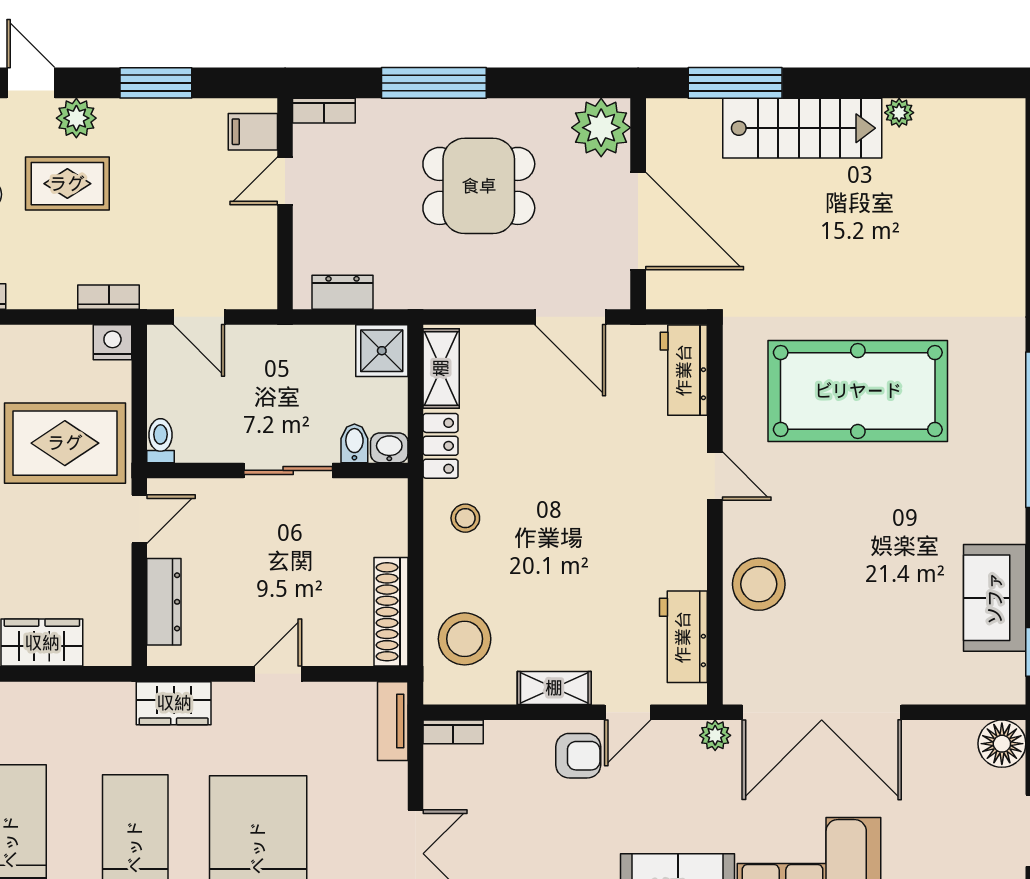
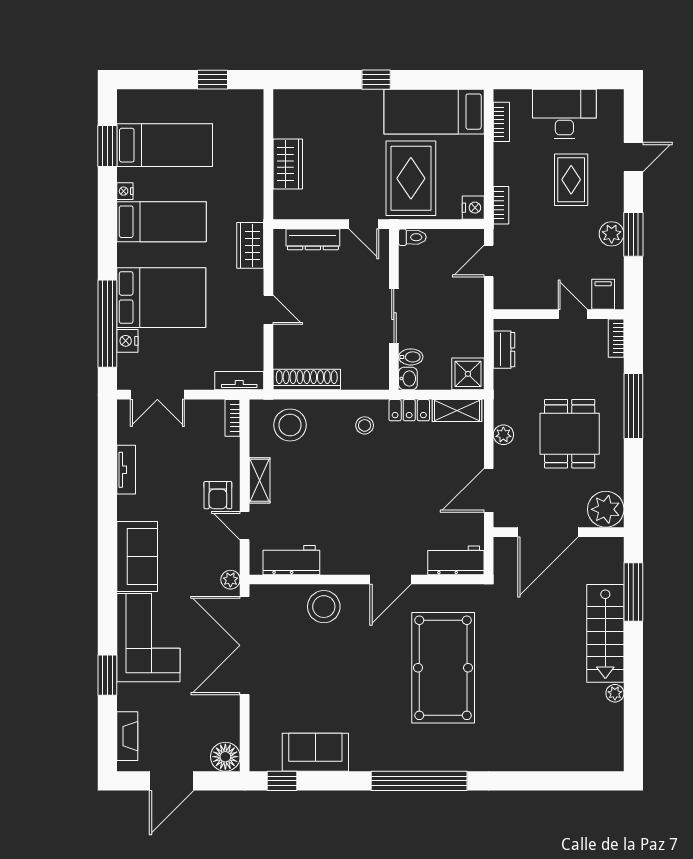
plant: (76, 118) -> (612, 234), moved
plant: (480, 293) -> (503, 435), added
door: (715, 476) -> (391, 579), width x1.37

